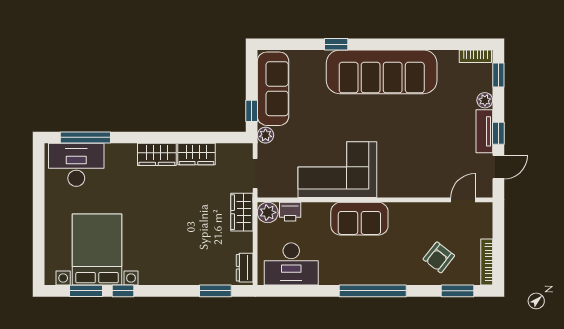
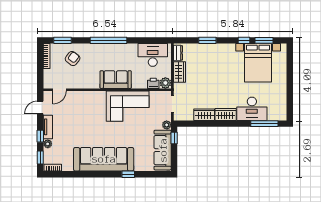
window: (498, 133) -> (40, 136), moved
desk: (76, 165) -> (252, 109), moved
wardrobe: (242, 212) -> (180, 72), moved
window: (215, 291) -> (207, 40), moved

